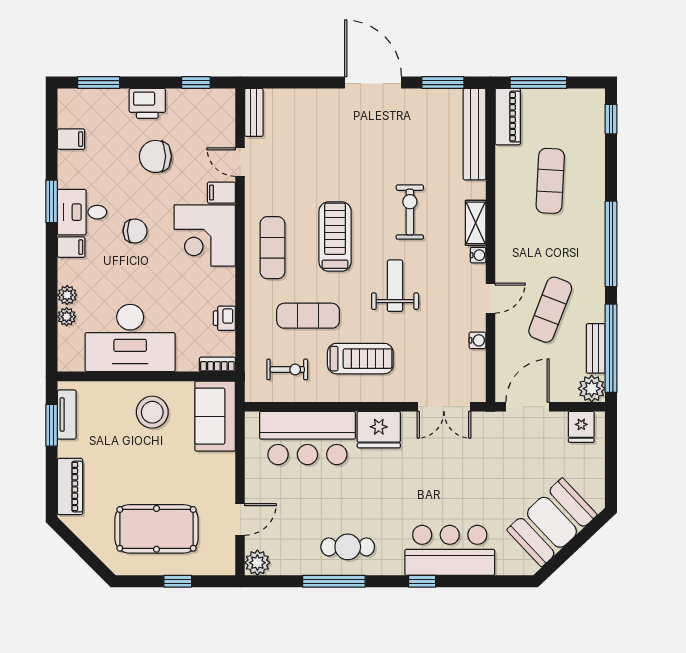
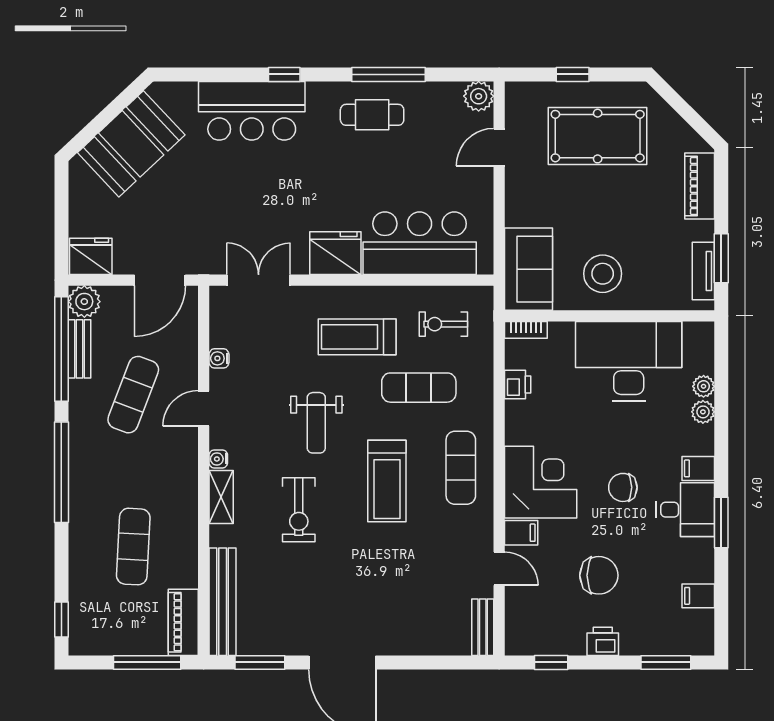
printer: (147, 103) -> (603, 641), width x0.73, depth x0.81
fridge: (581, 427) -> (91, 256), width x1.38

